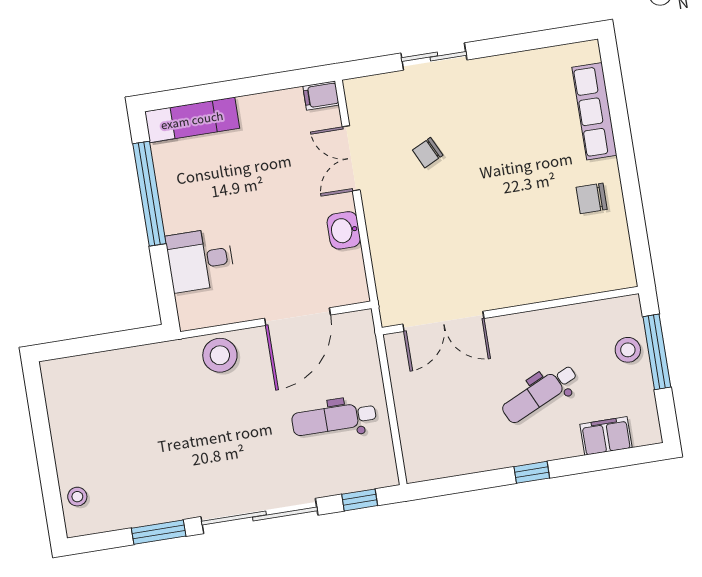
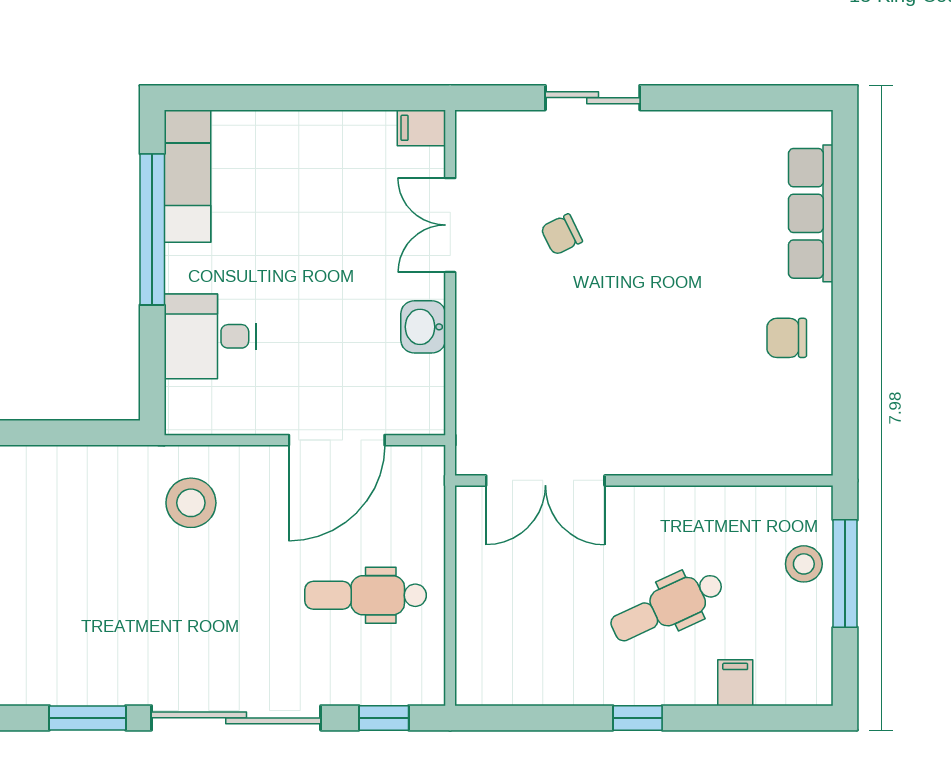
exam couch: (192, 120) -> (187, 176), moved, turned -90
stool: (220, 355) -> (191, 503), moved
filing cabinet: (606, 436) -> (735, 683), width x0.50

